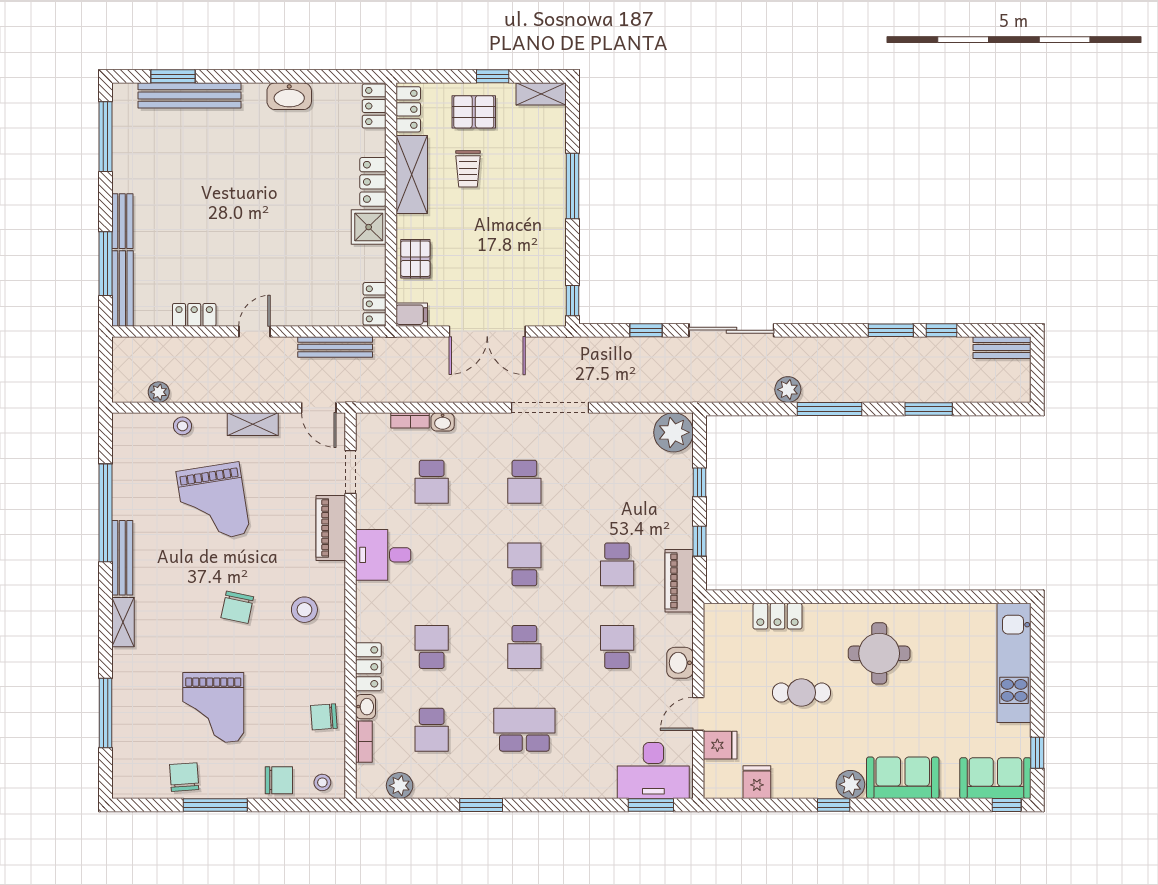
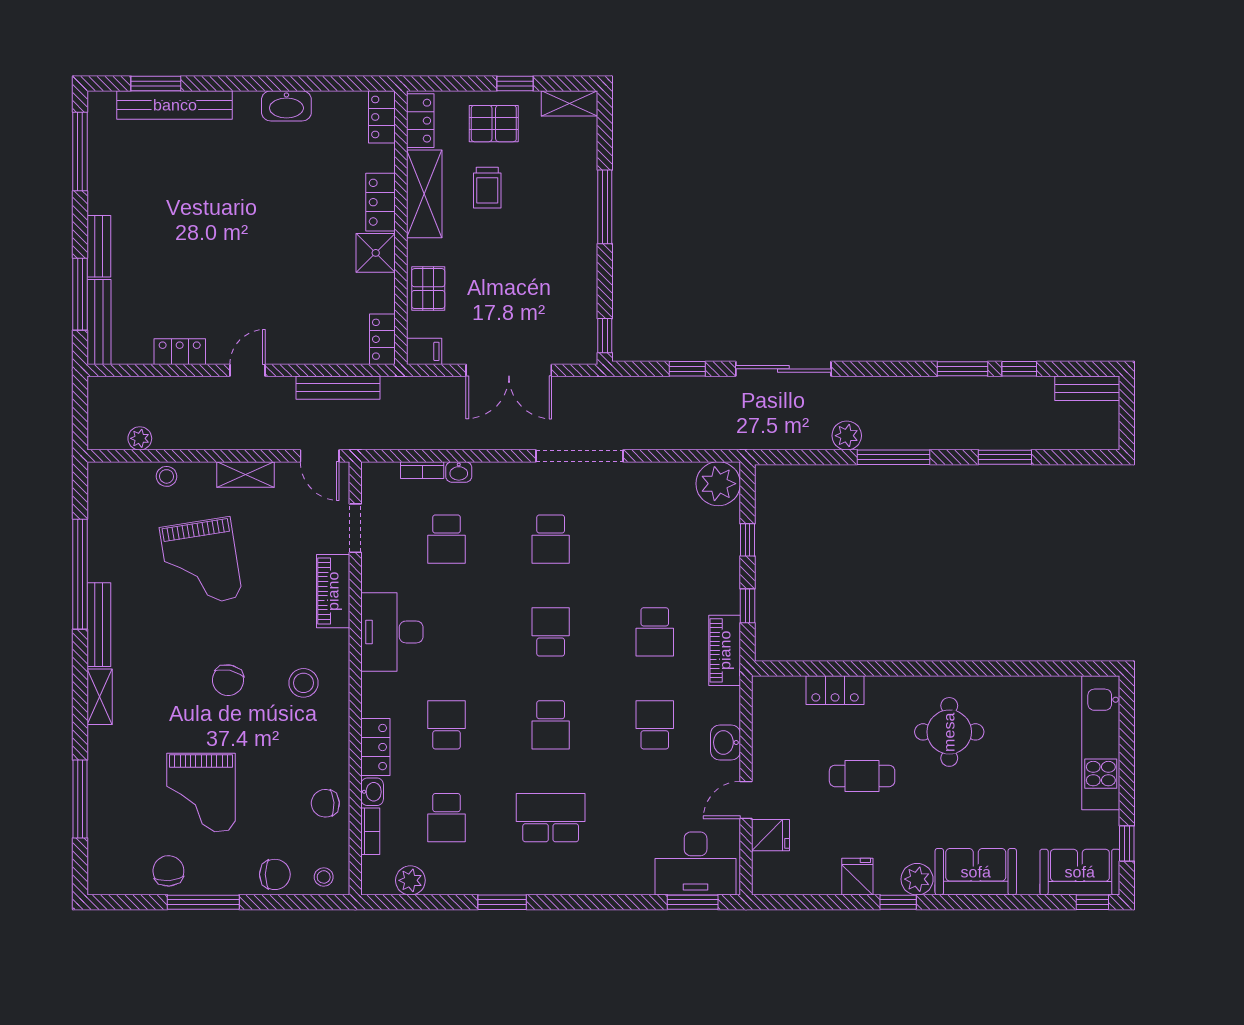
desk: (383, 555) -> (392, 632), width x1.37
fridge: (757, 782) -> (857, 877), moved

